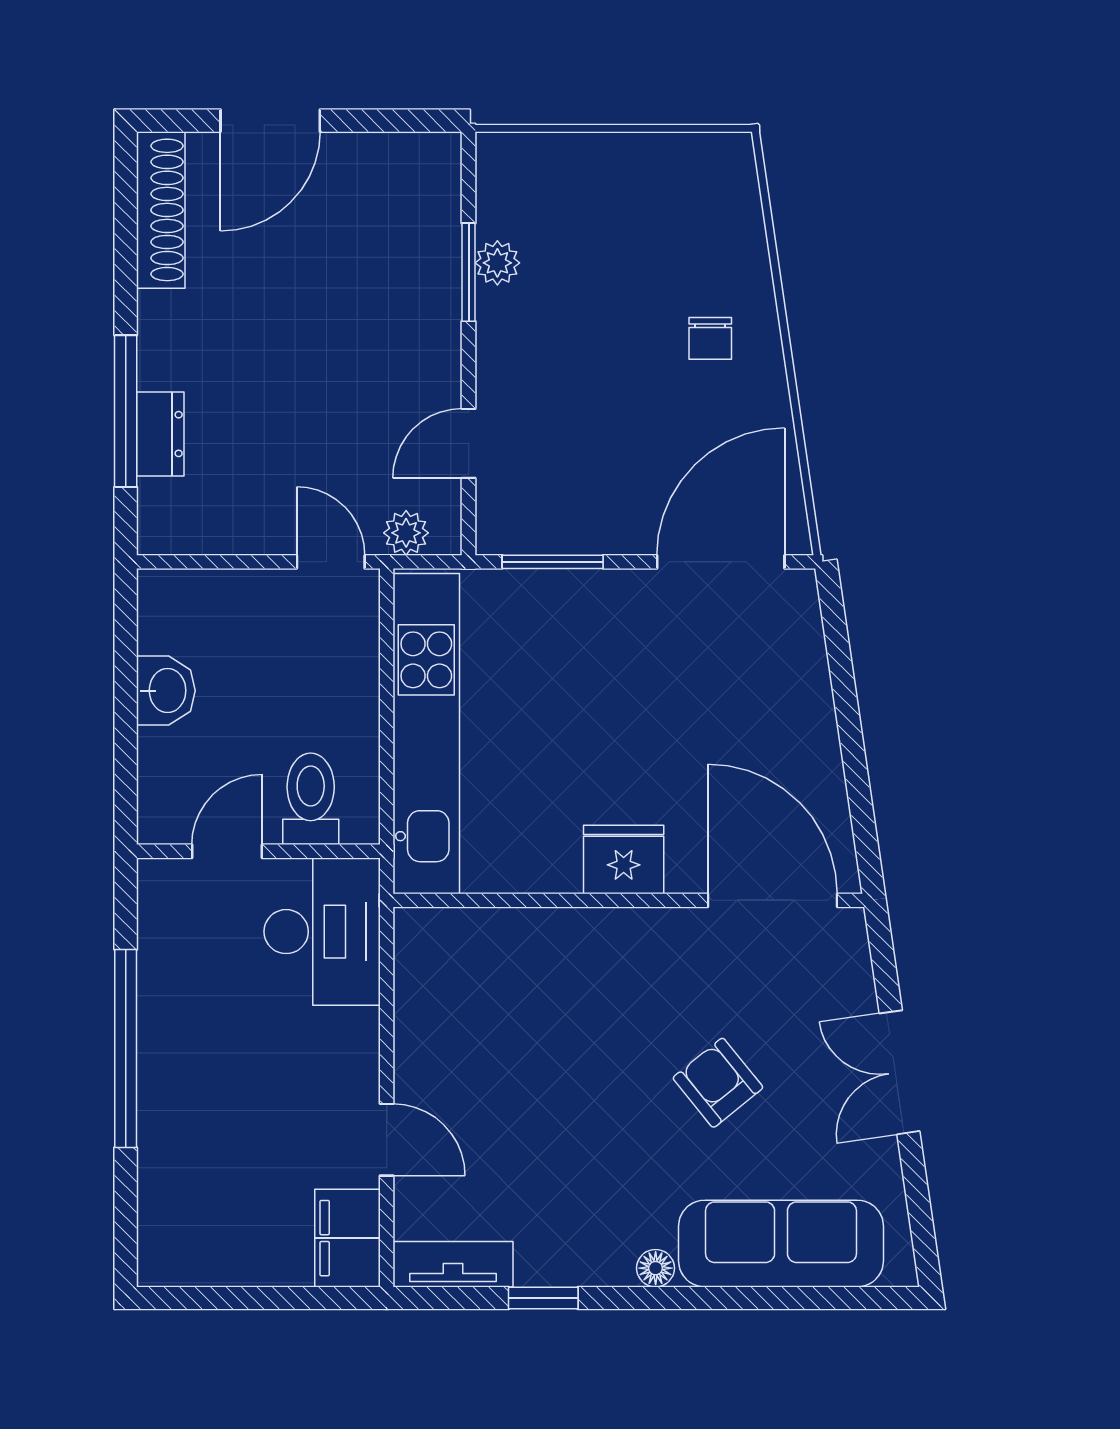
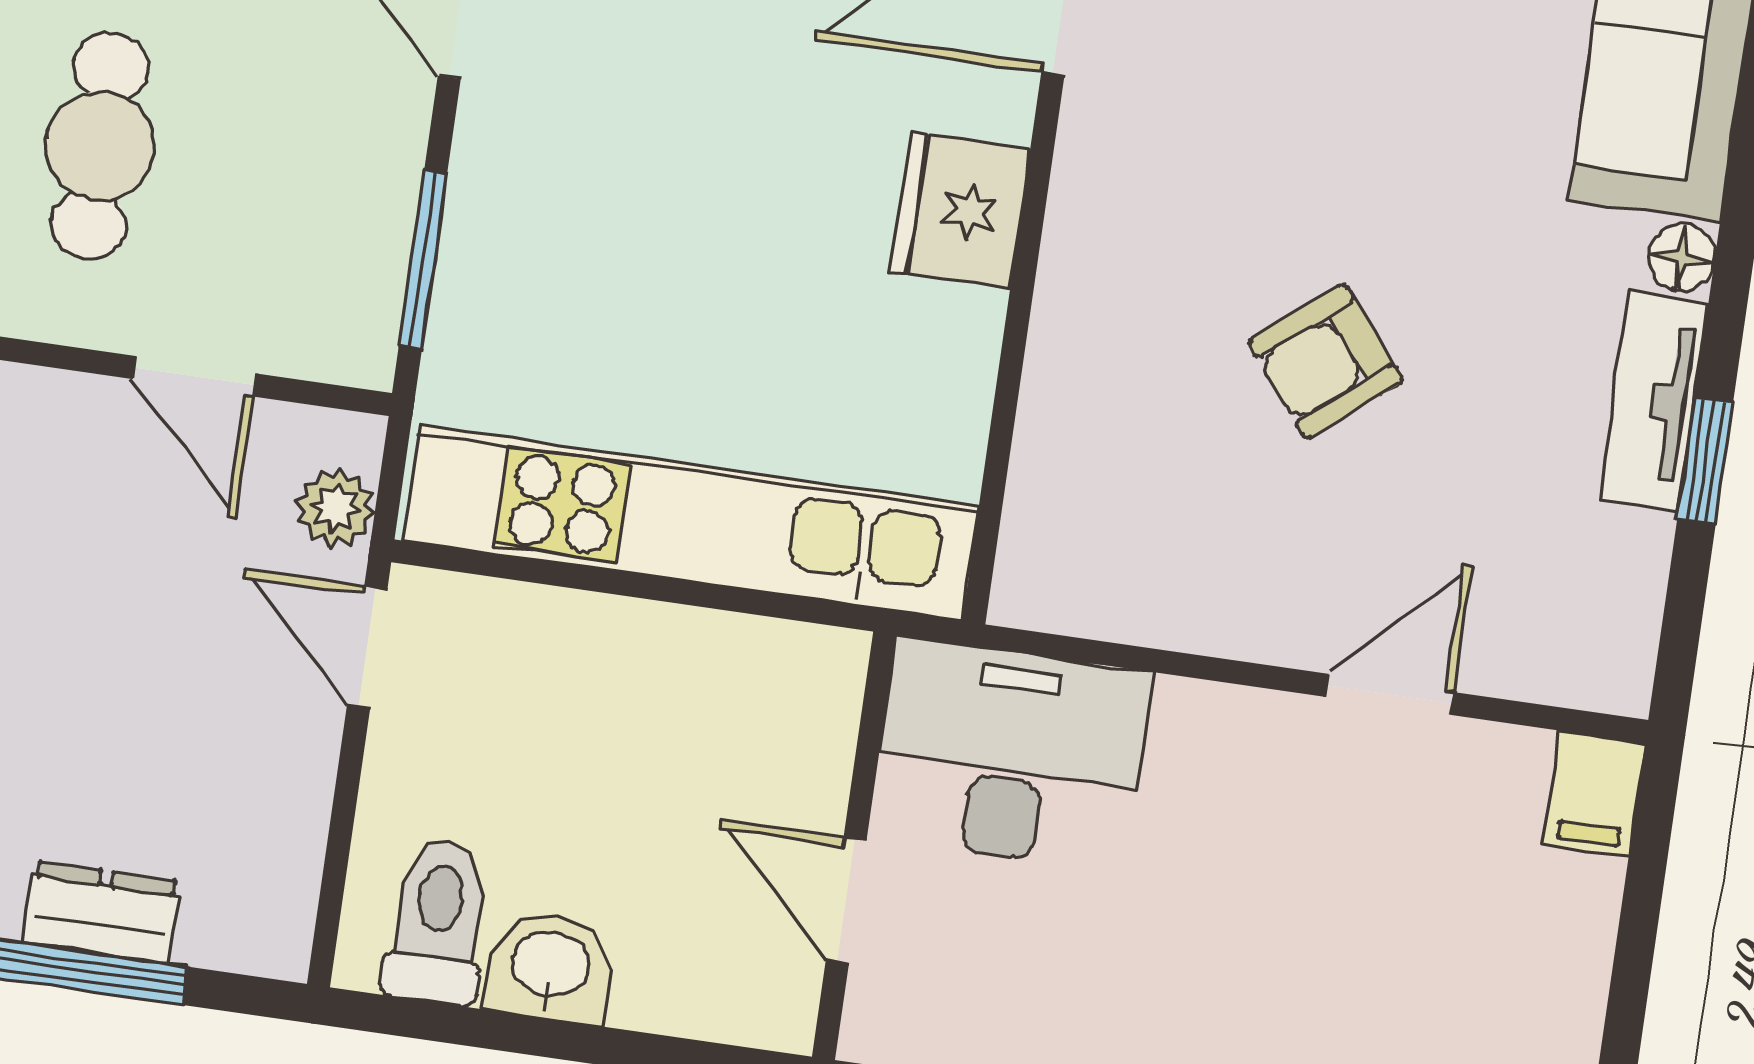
cafe table: (590, 371) -> (100, 146), added
door: (331, 562) -> (367, 647), hinge flipped
toilet: (311, 799) -> (438, 921), moved, turned 90
armchair: (718, 1083) -> (1325, 361), moved
filing cabinet: (347, 1238) -> (1594, 794), width x0.50
tv unit: (453, 1264) -> (1654, 401), moved

